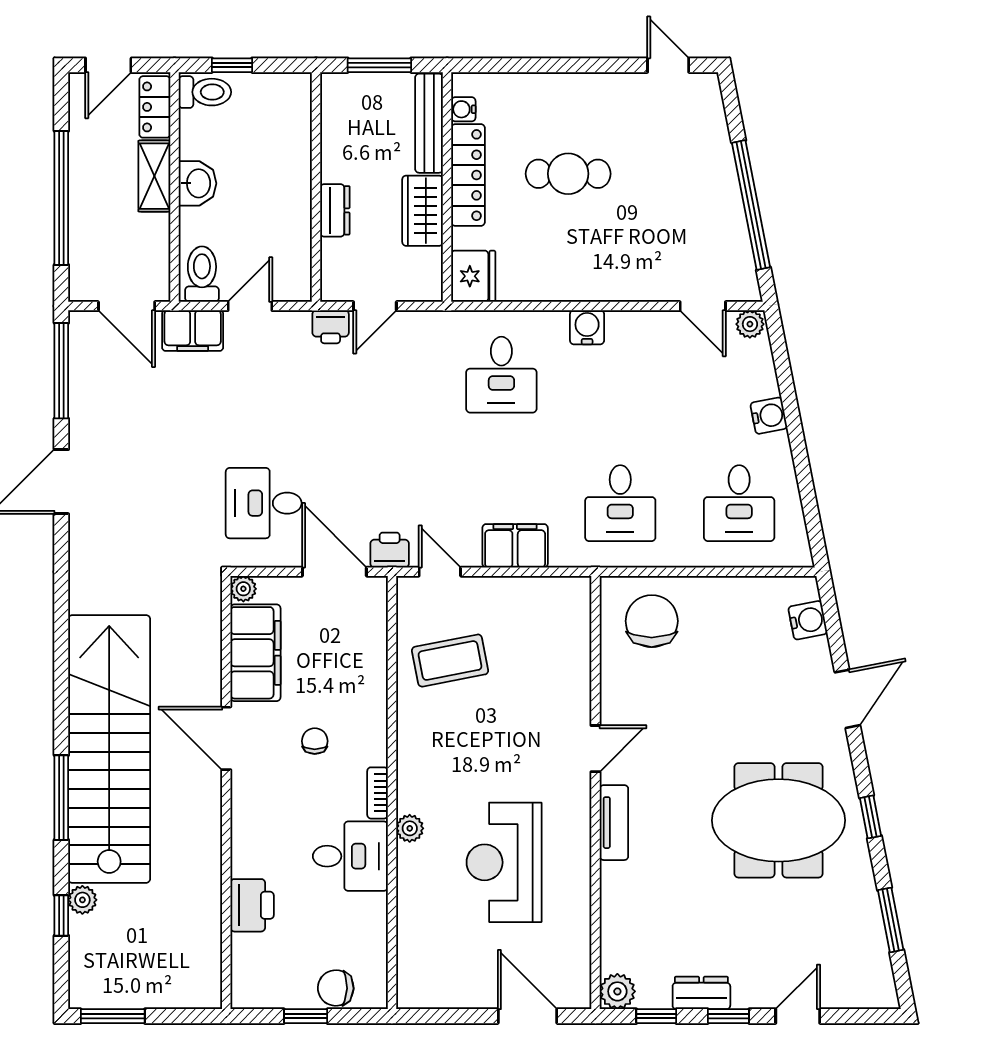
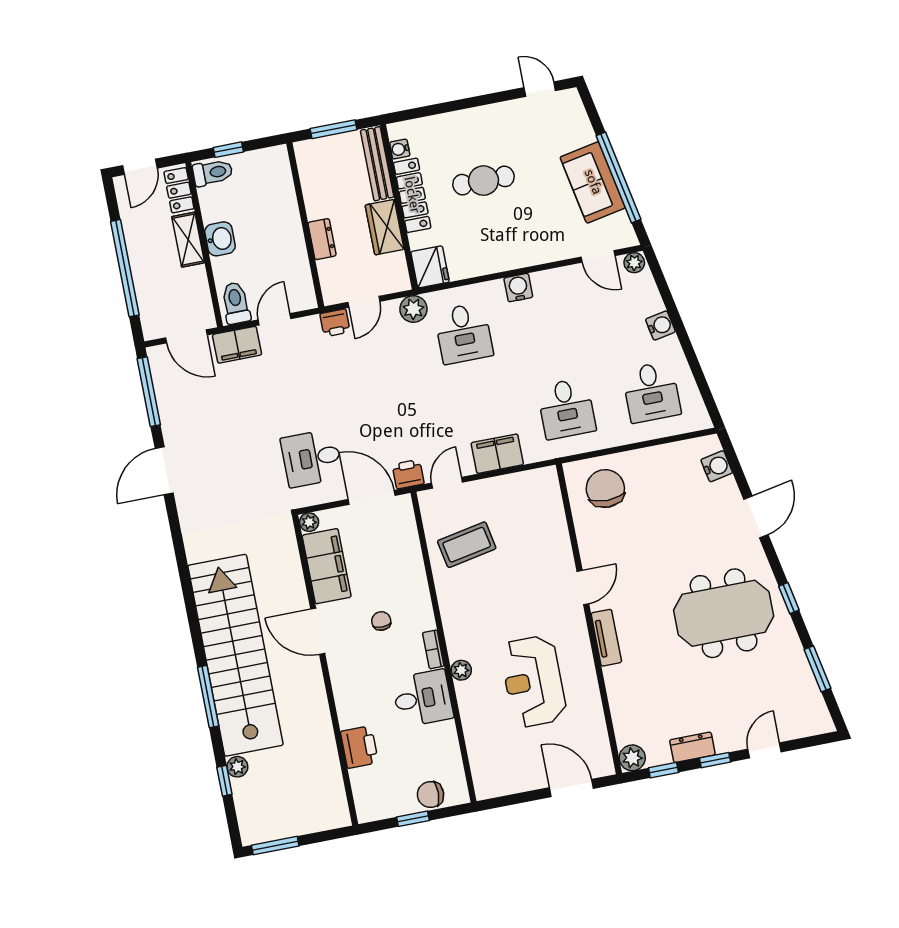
sofa: (715, 205) -> (593, 182), added
plant: (440, 329) -> (413, 309), added
door: (440, 572) -> (447, 483), hinge flipped

